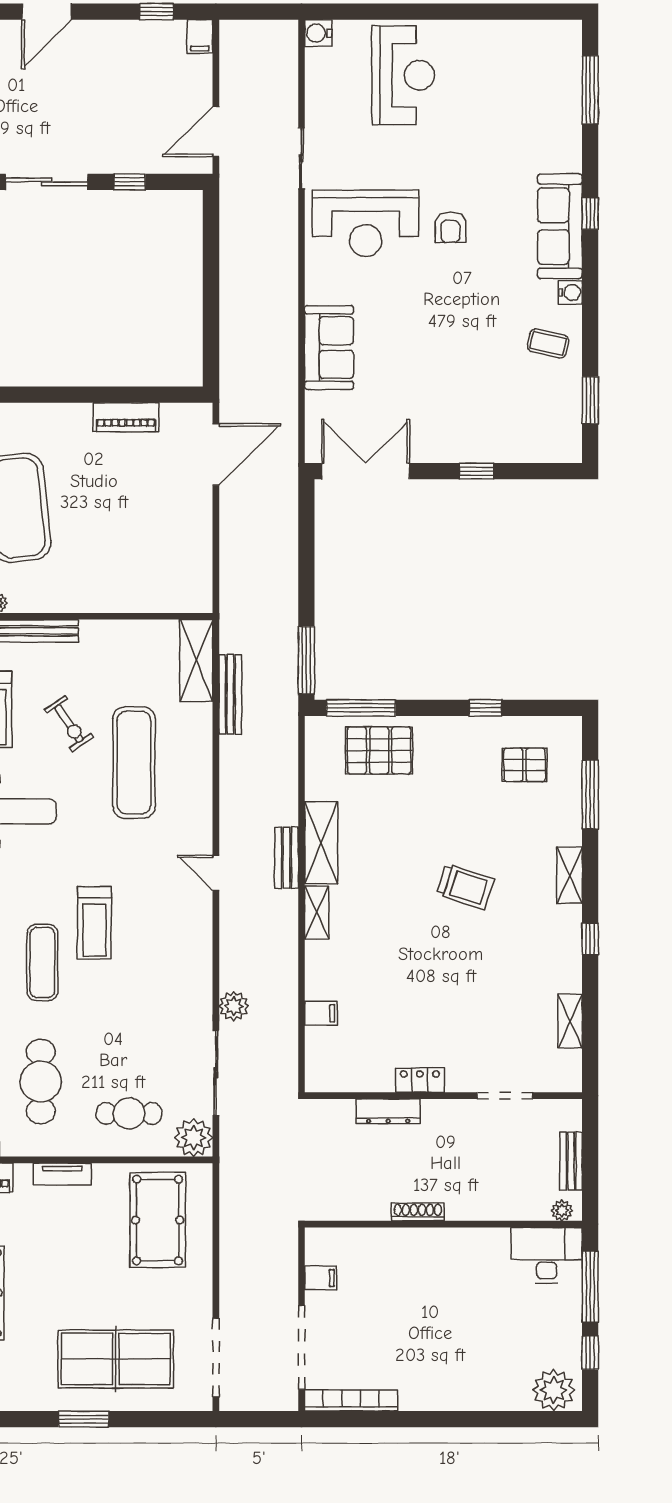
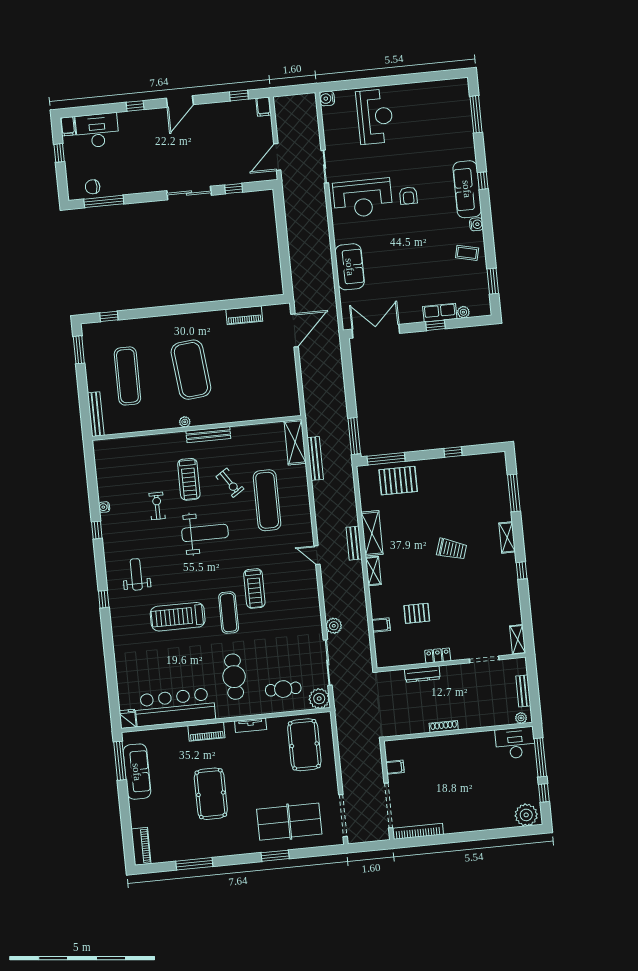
row of seats: (487, 449) -> (440, 313), added
plant: (530, 452) -> (463, 312), added
pallet: (524, 765) -> (417, 613), moved
shelving: (570, 1021) -> (518, 640), moved

